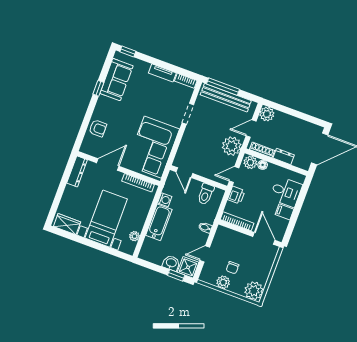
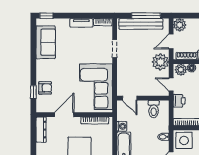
window: (223, 87) -> (146, 16), moved
window: (98, 88) -> (33, 92), moved
door: (234, 175) -> (171, 85), hinge flipped
side table: (226, 240) -> (184, 140), added

